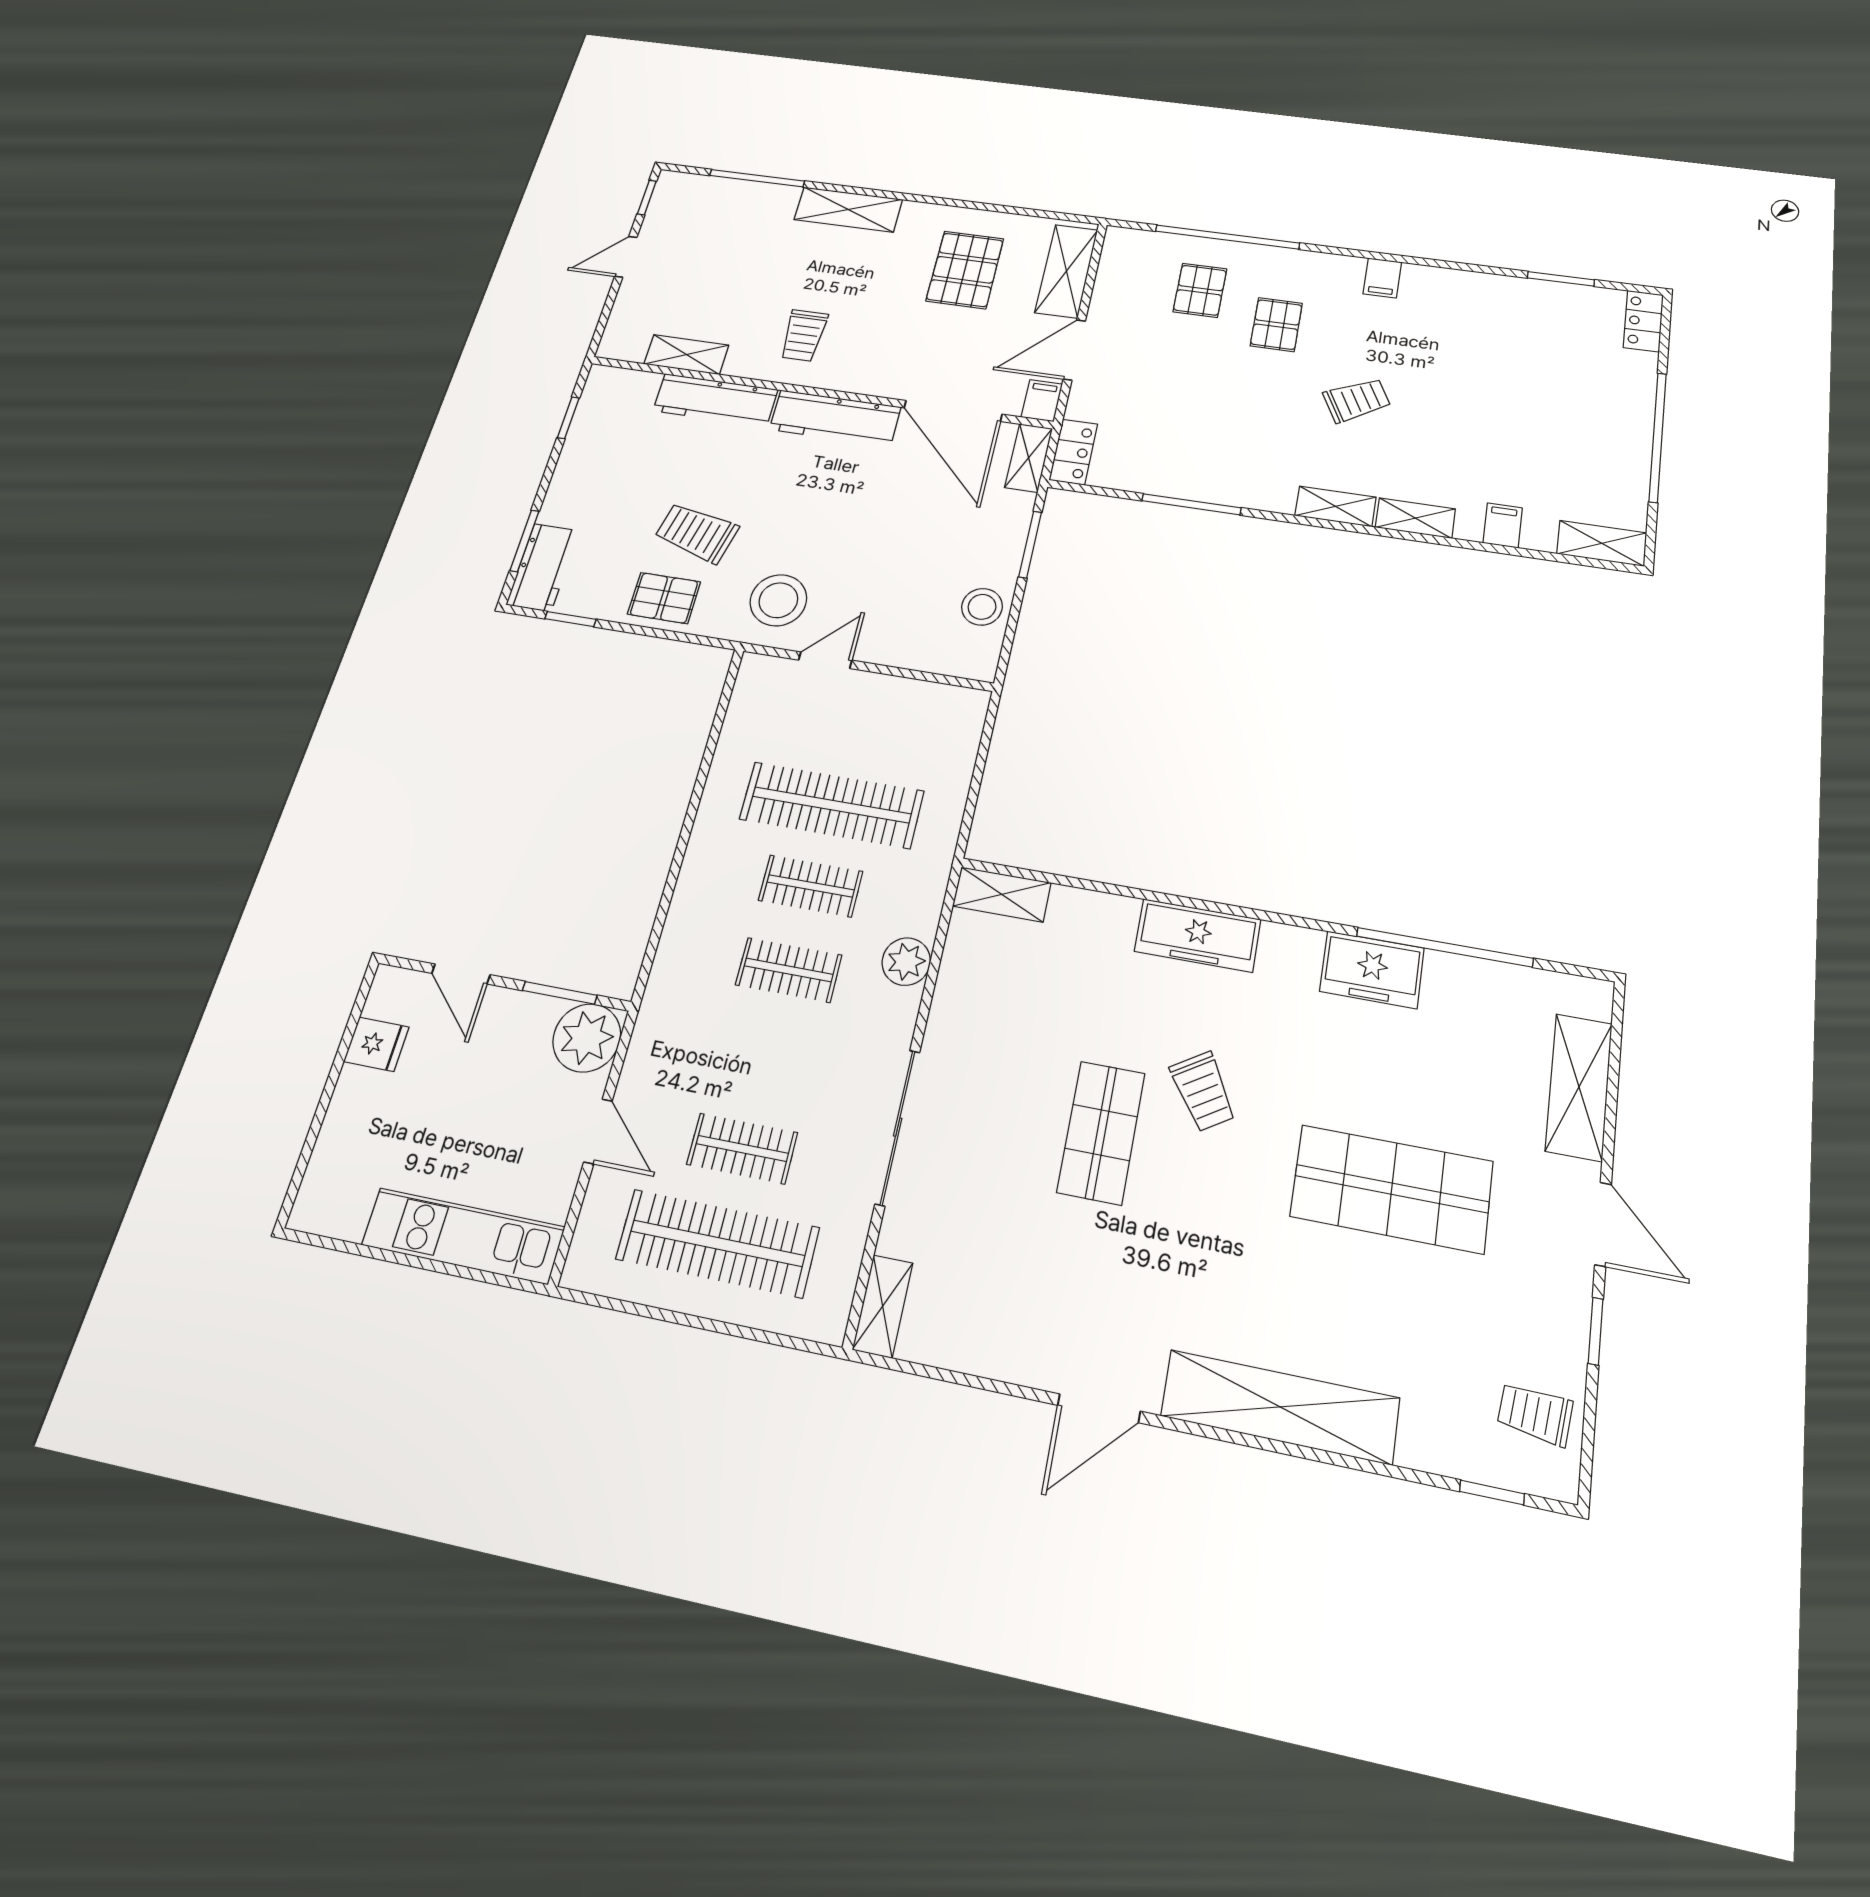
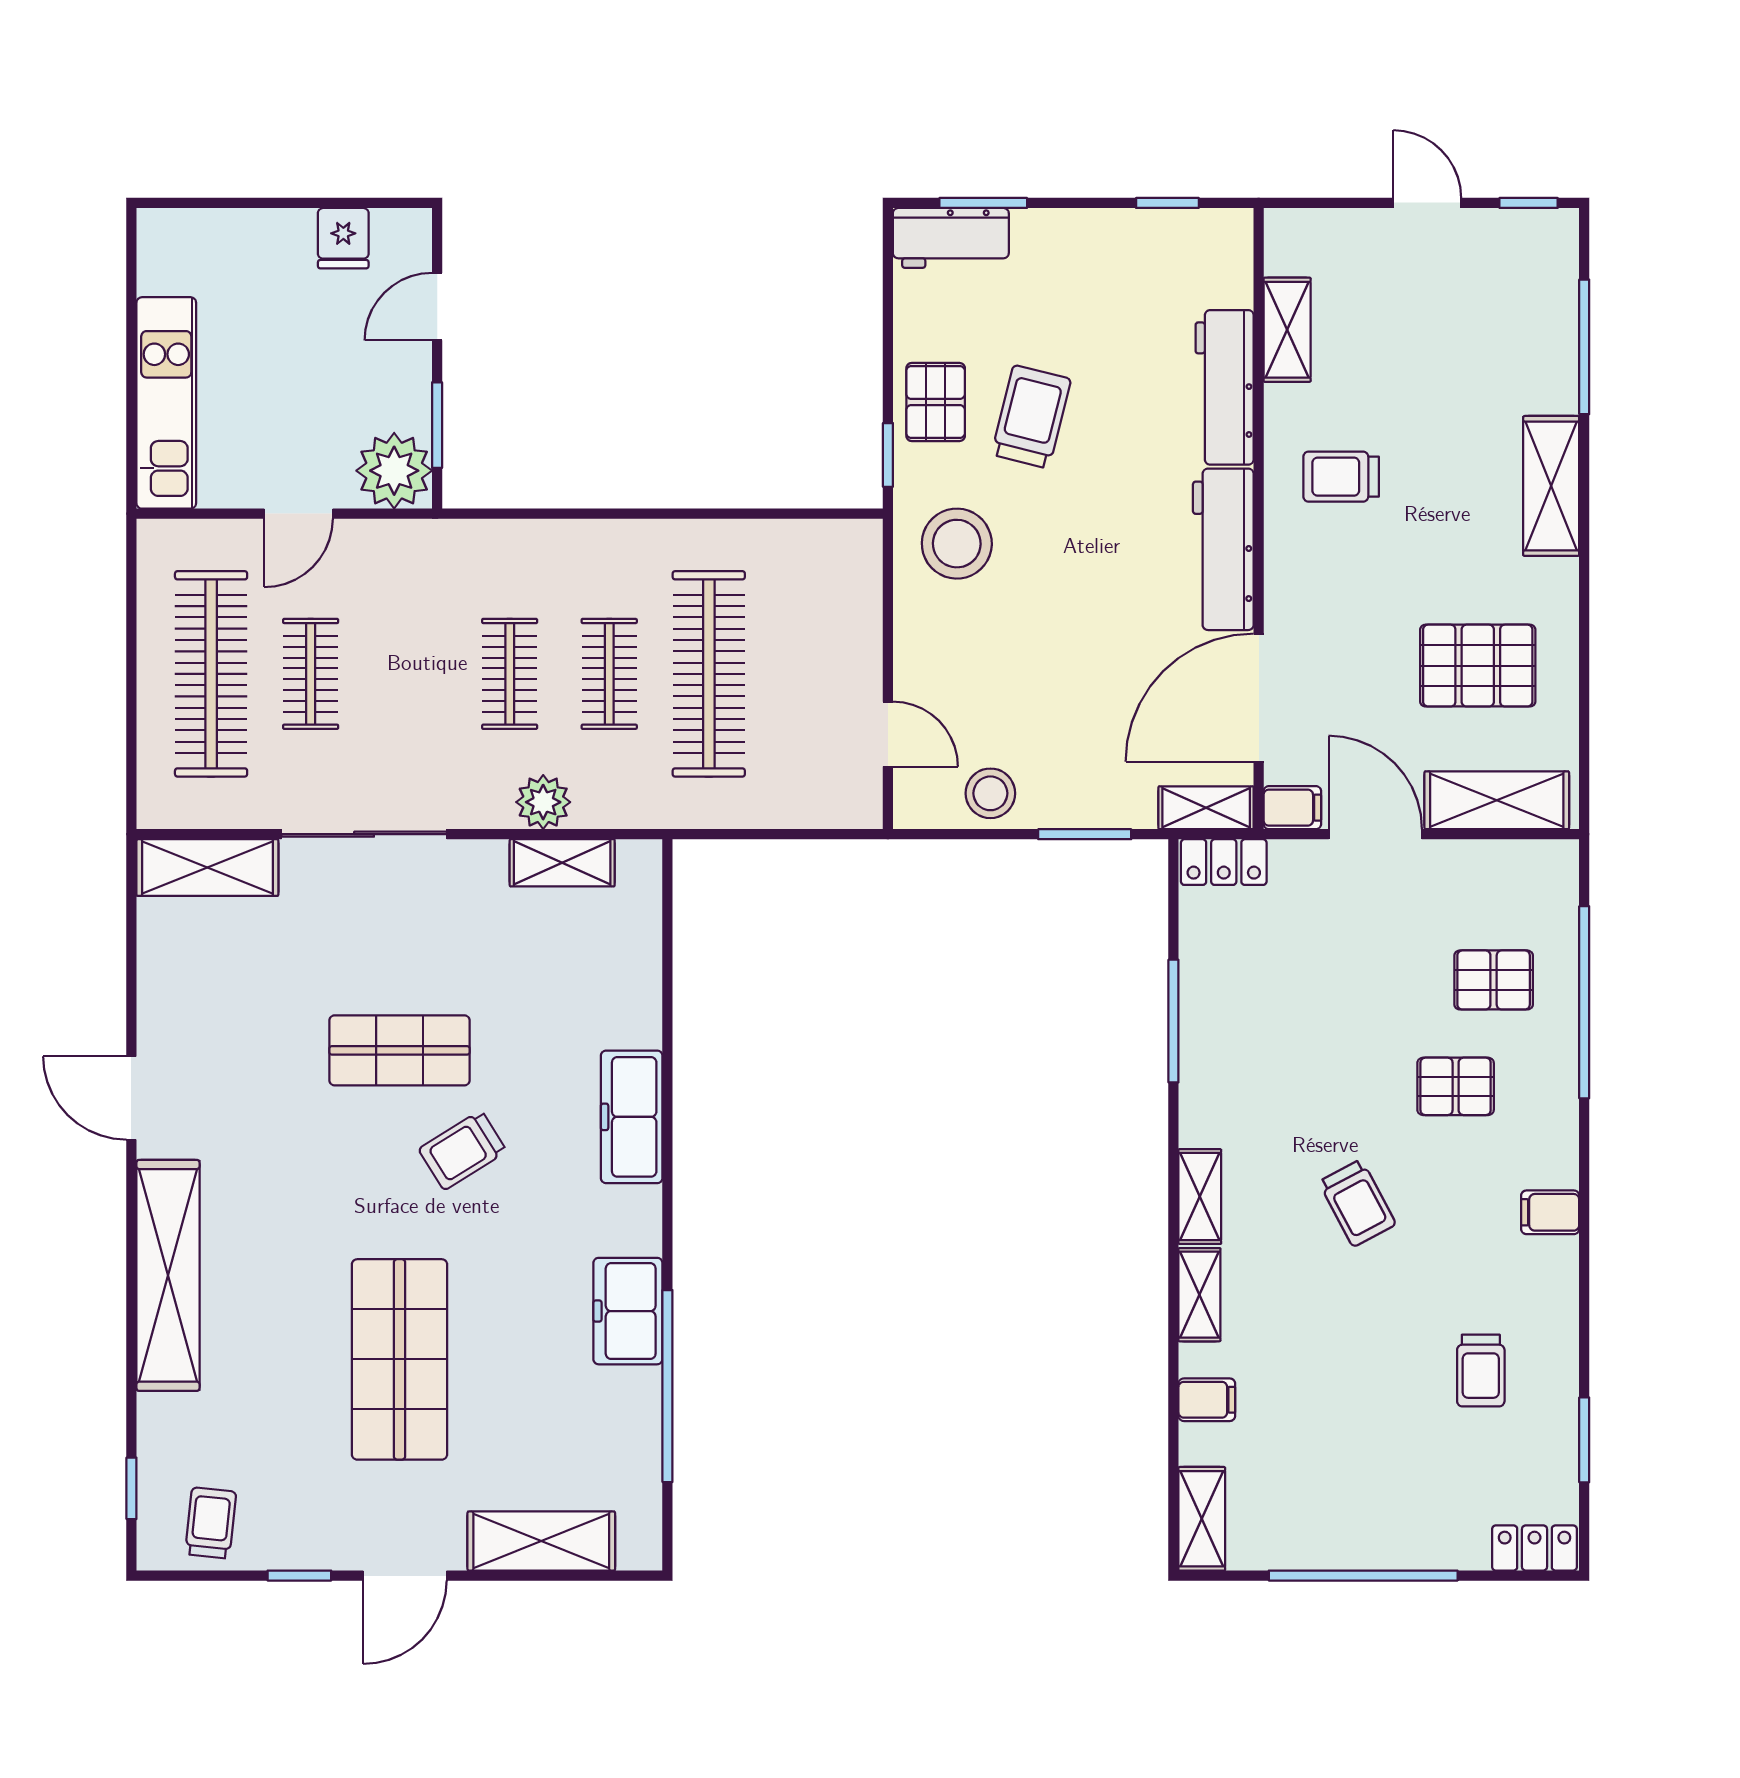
trolley: (1499, 337) -> (1481, 1371), added
window: (570, 619) -> (888, 455), moved
door: (825, 660) -> (888, 734), moved
shelving: (1002, 894) -> (562, 863), moved, turned 90
shelving: (883, 1306) -> (207, 868), width x1.50, depth x1.33

